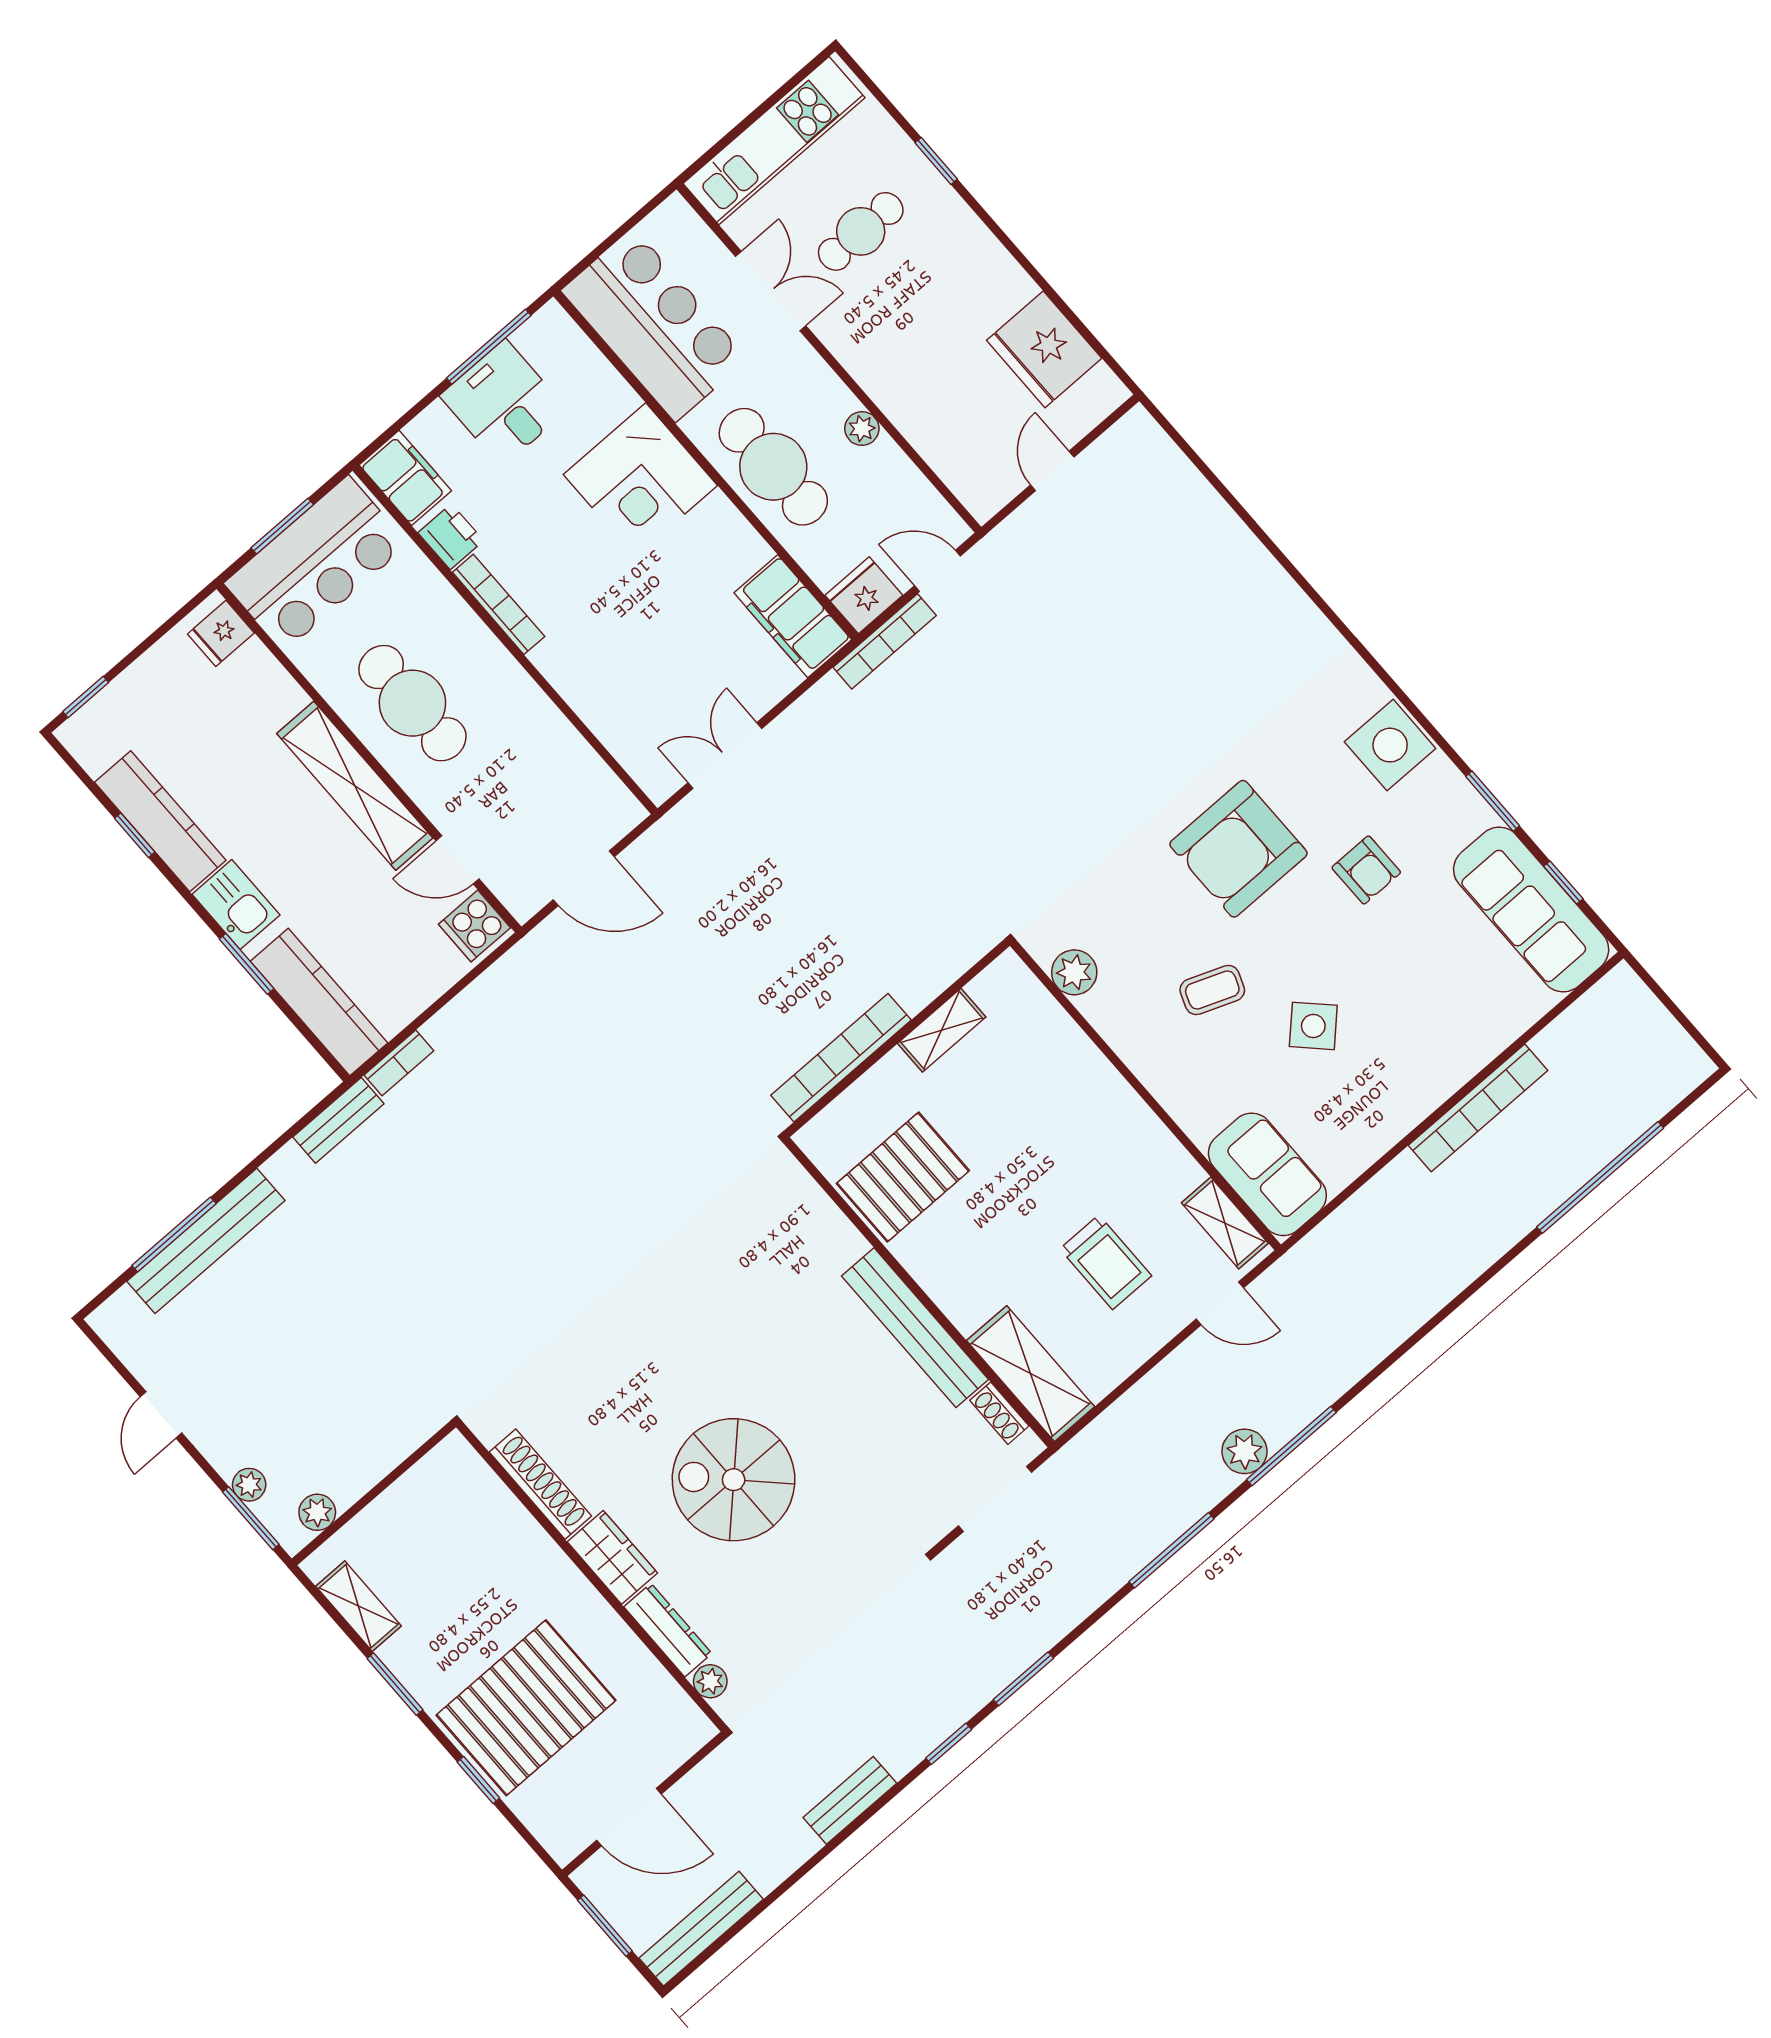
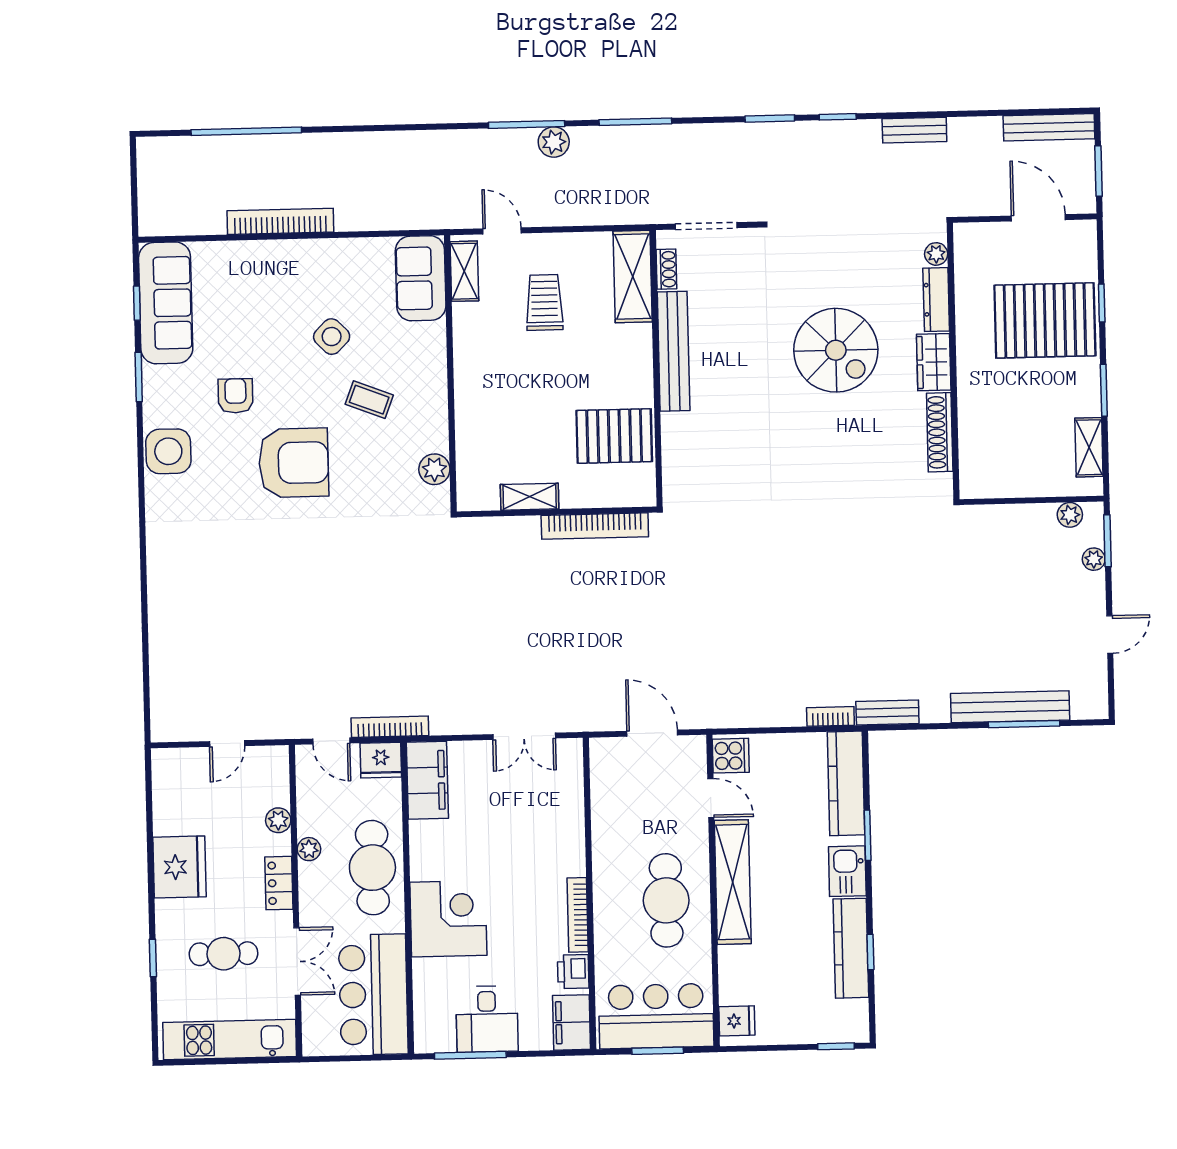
double door: (771, 291) -> (297, 962), swing flipped
fridge: (1044, 349) -> (180, 867), moved
locker: (864, 362) -> (279, 883), added
plant: (923, 432) -> (278, 820), added

